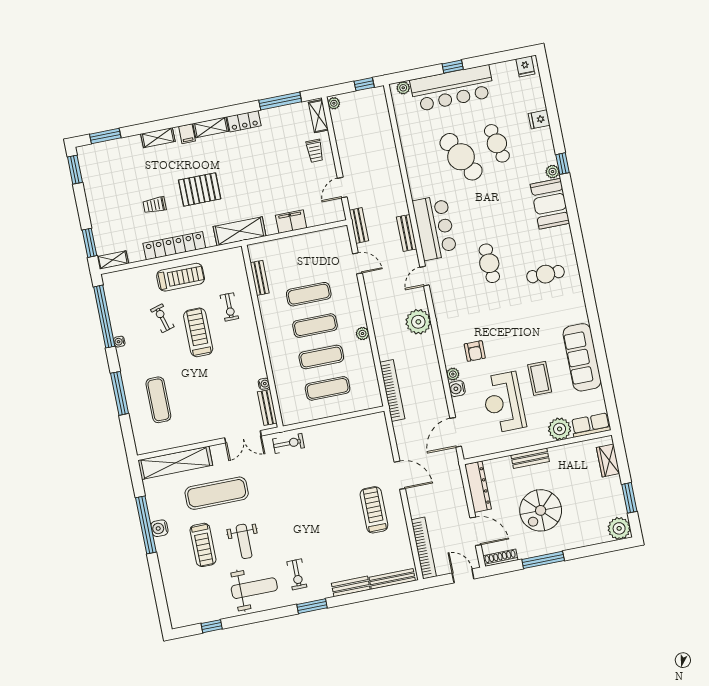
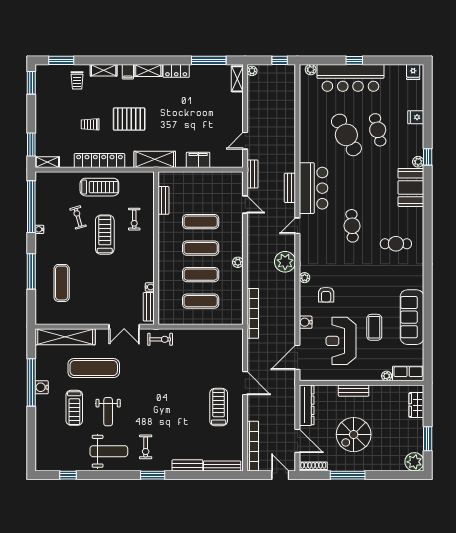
trolley: (315, 151) -> (77, 80), moved
plant: (453, 374) -> (305, 278), moved
plant: (560, 429) -> (387, 376), width x0.53, depth x0.53

